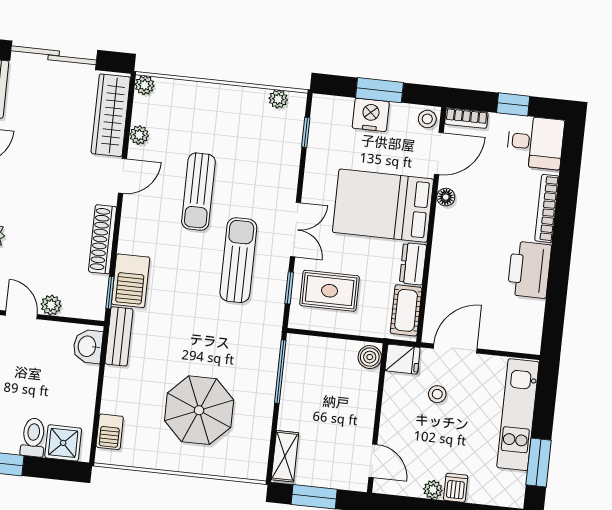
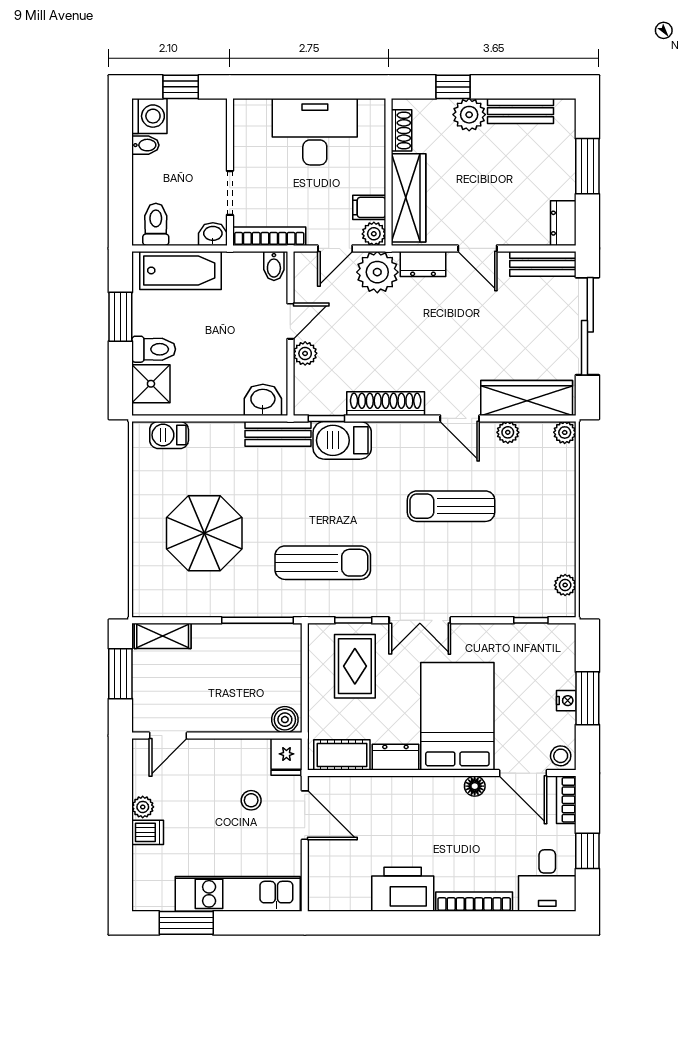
nightstand: (371, 115) -> (566, 701), width x0.53, depth x0.56
sun lounger: (238, 260) -> (323, 563), moved

